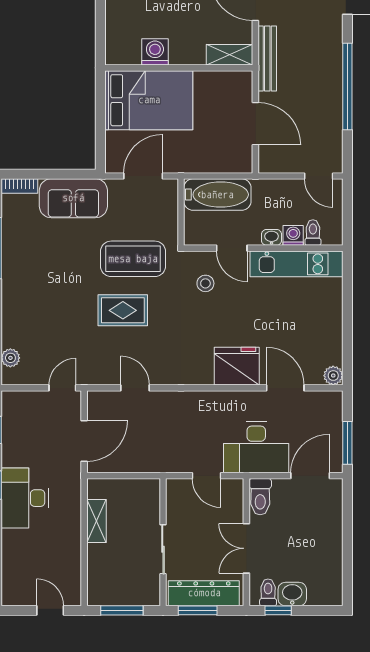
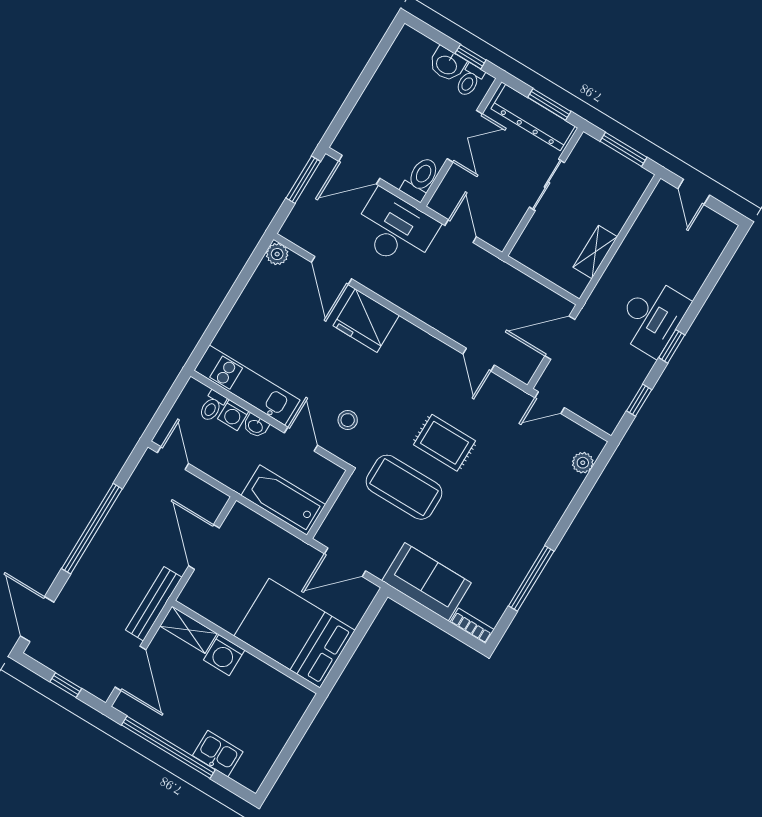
washing machine: (155, 52) -> (224, 655), moved

